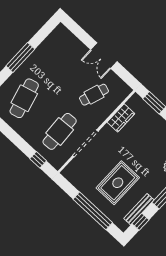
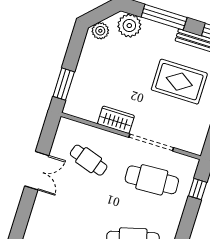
wardrobe: (121, 118) -> (116, 120), moved

